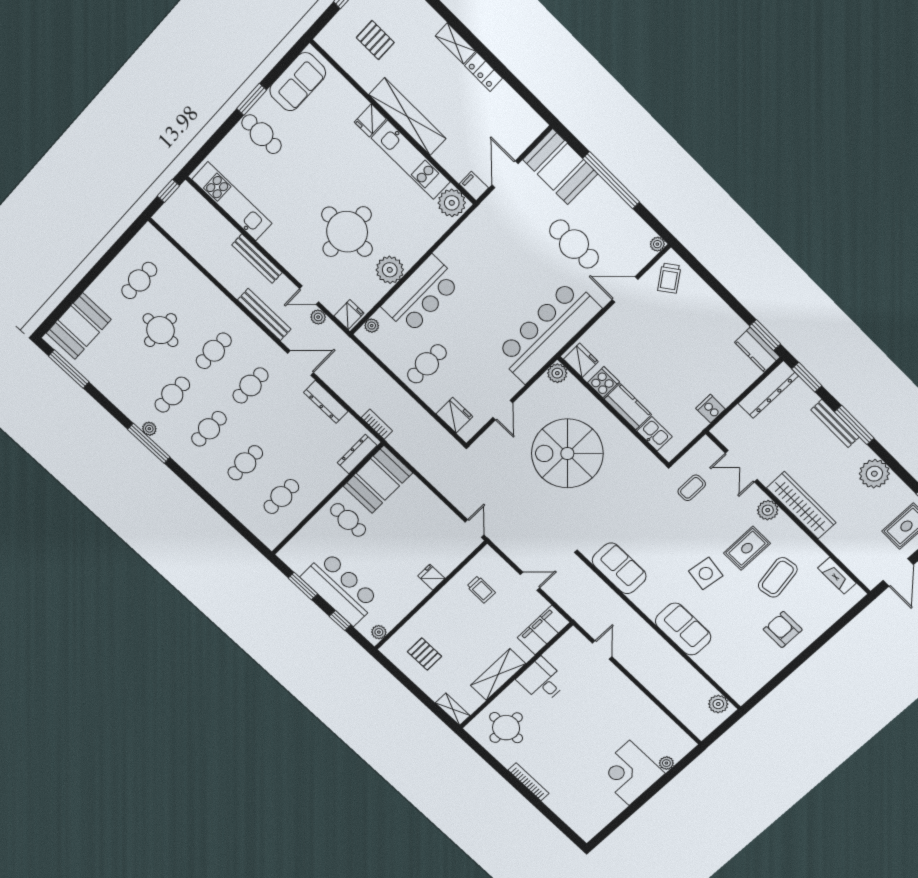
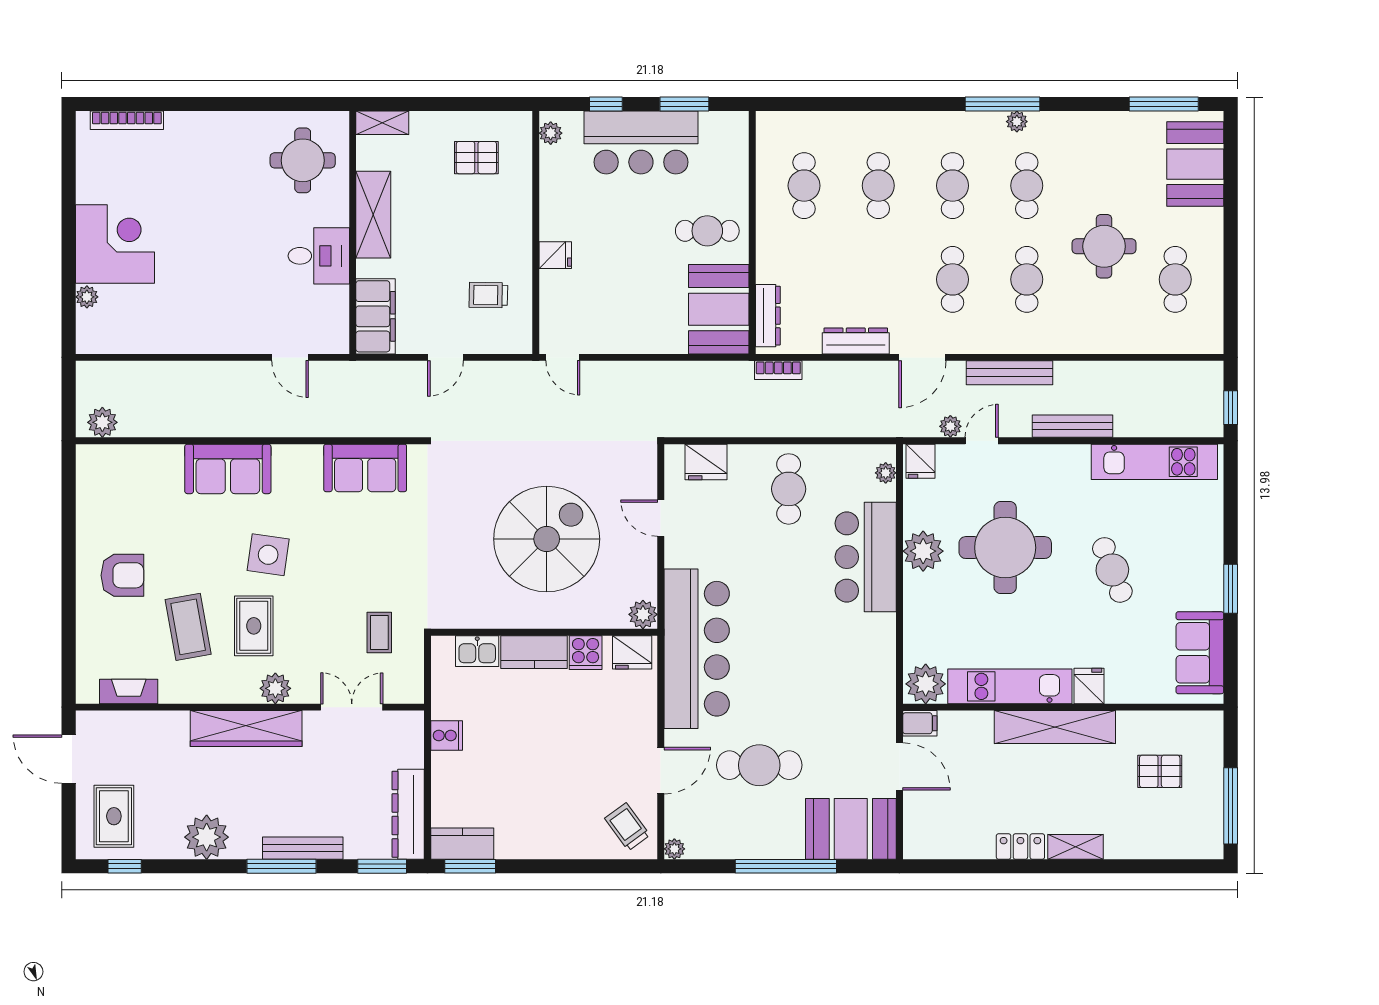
cafe table: (262, 134) -> (1112, 570), moved, turned 69
bookcase: (529, 782) -> (127, 120), moved

